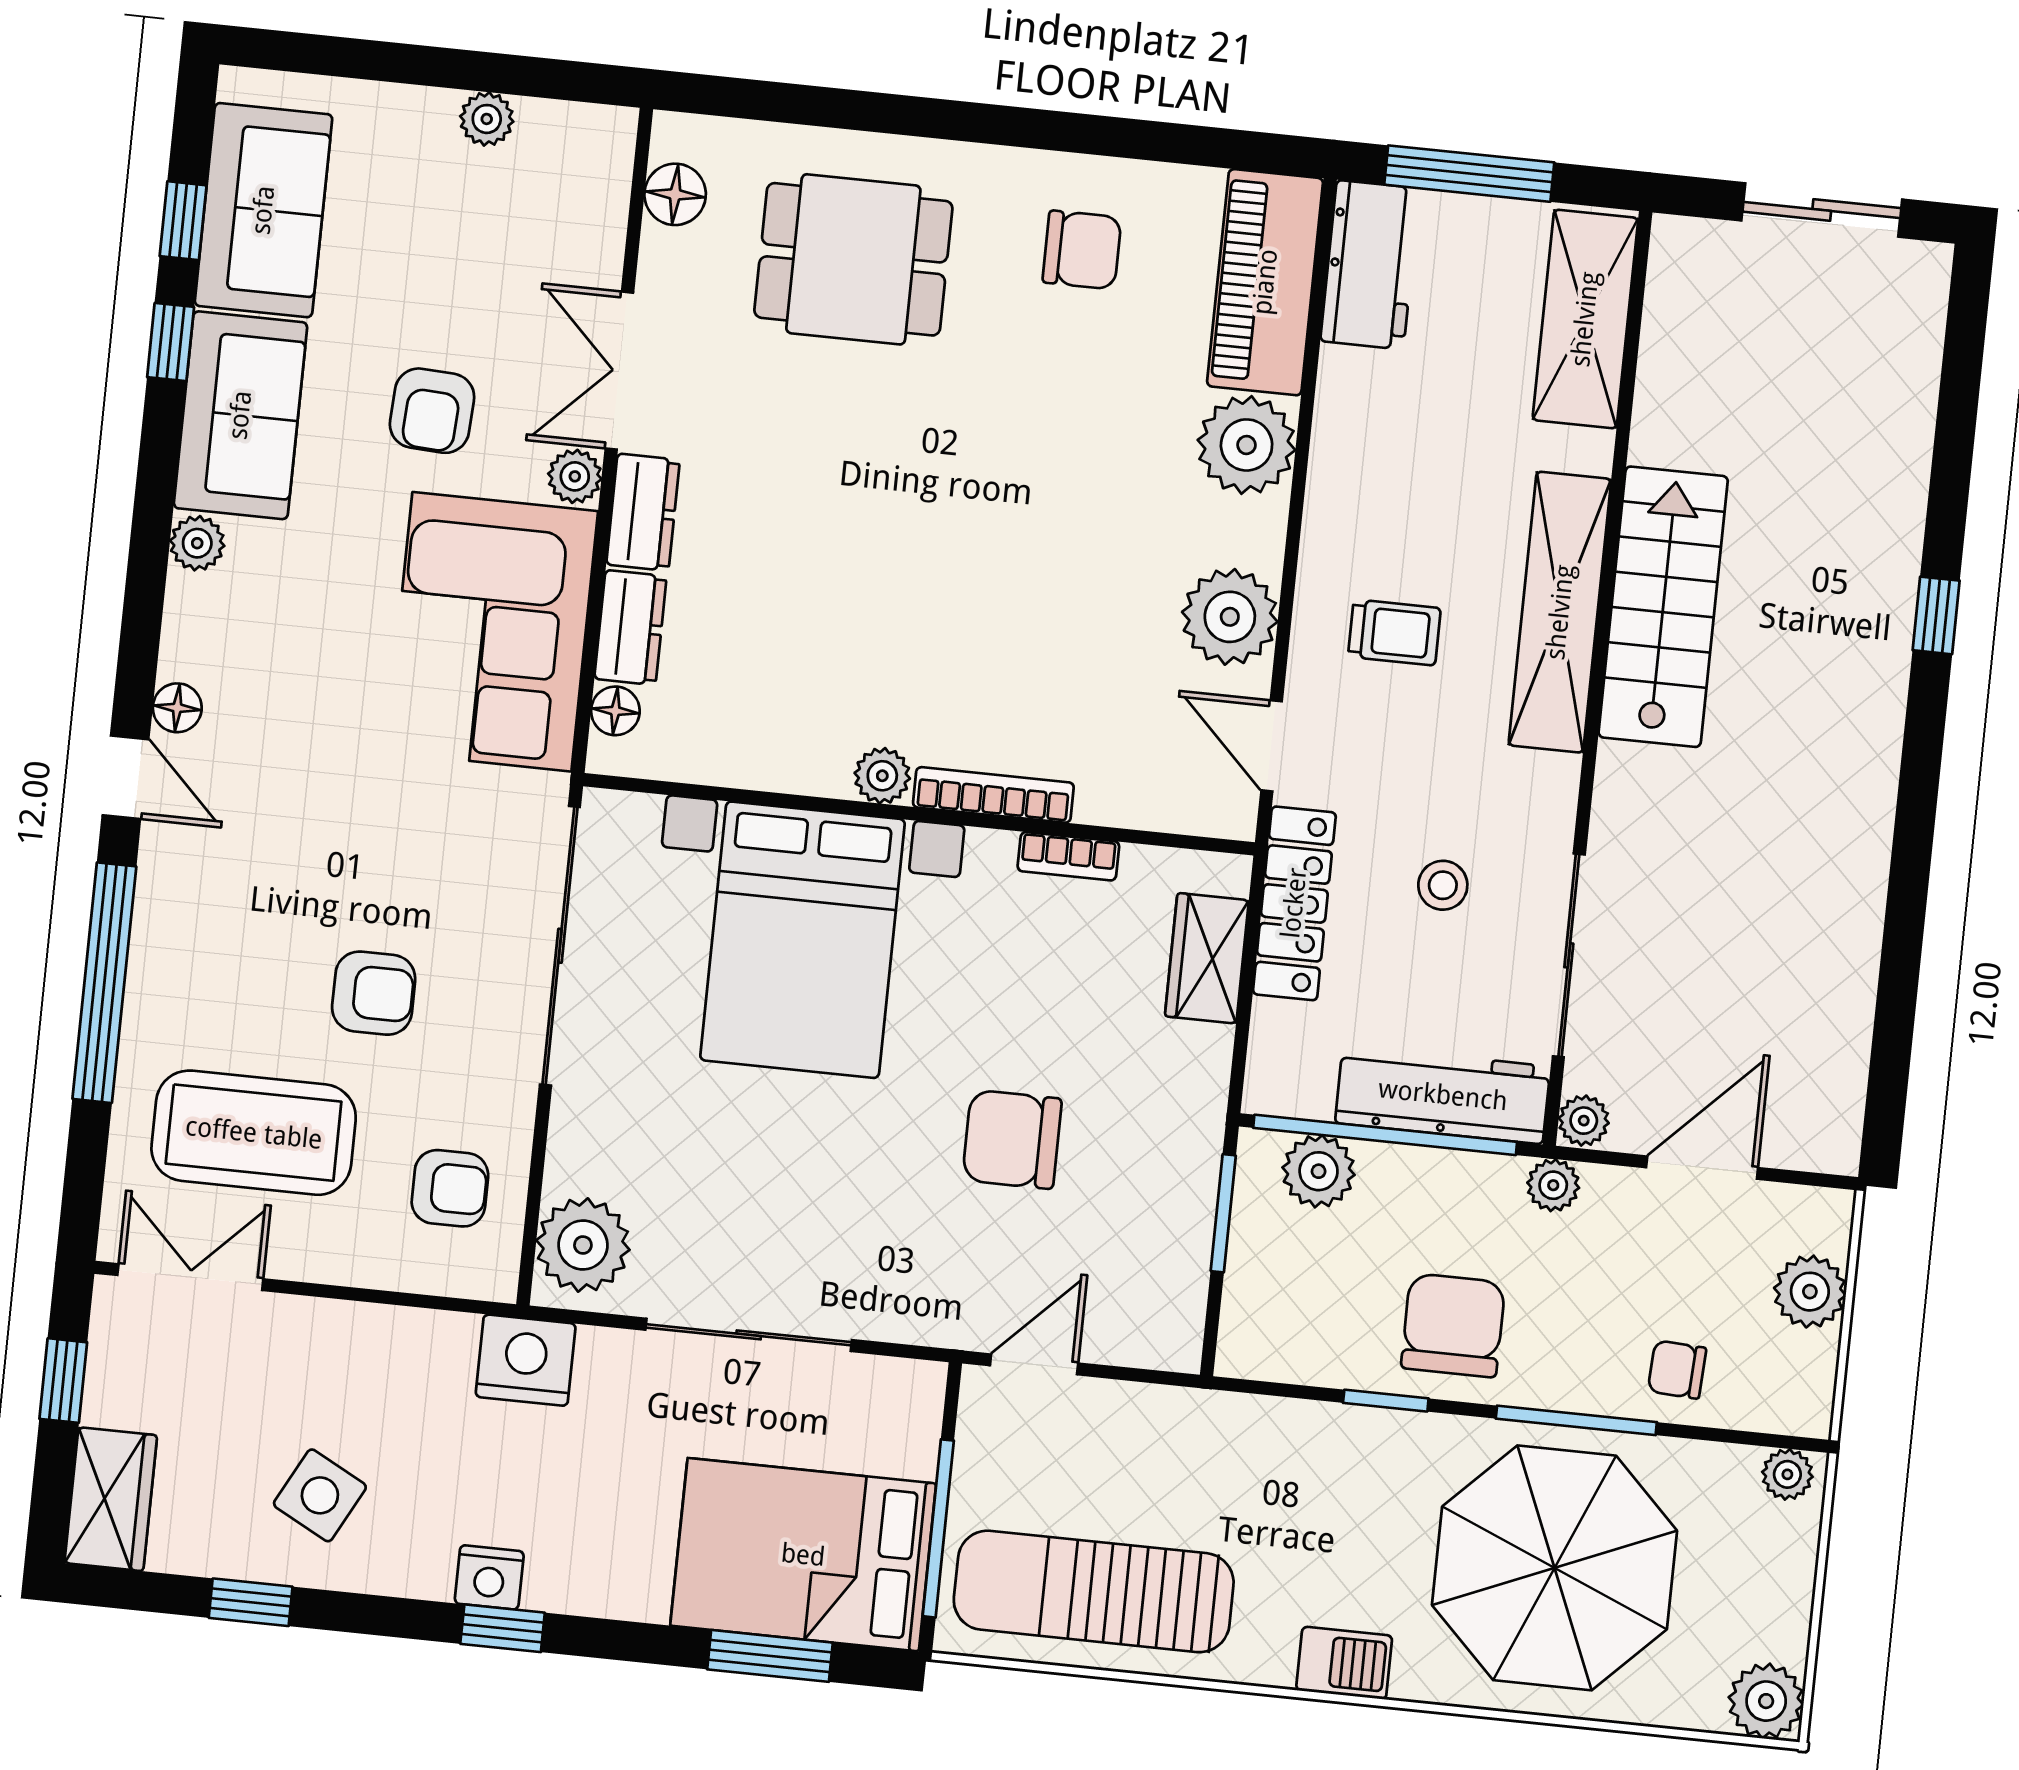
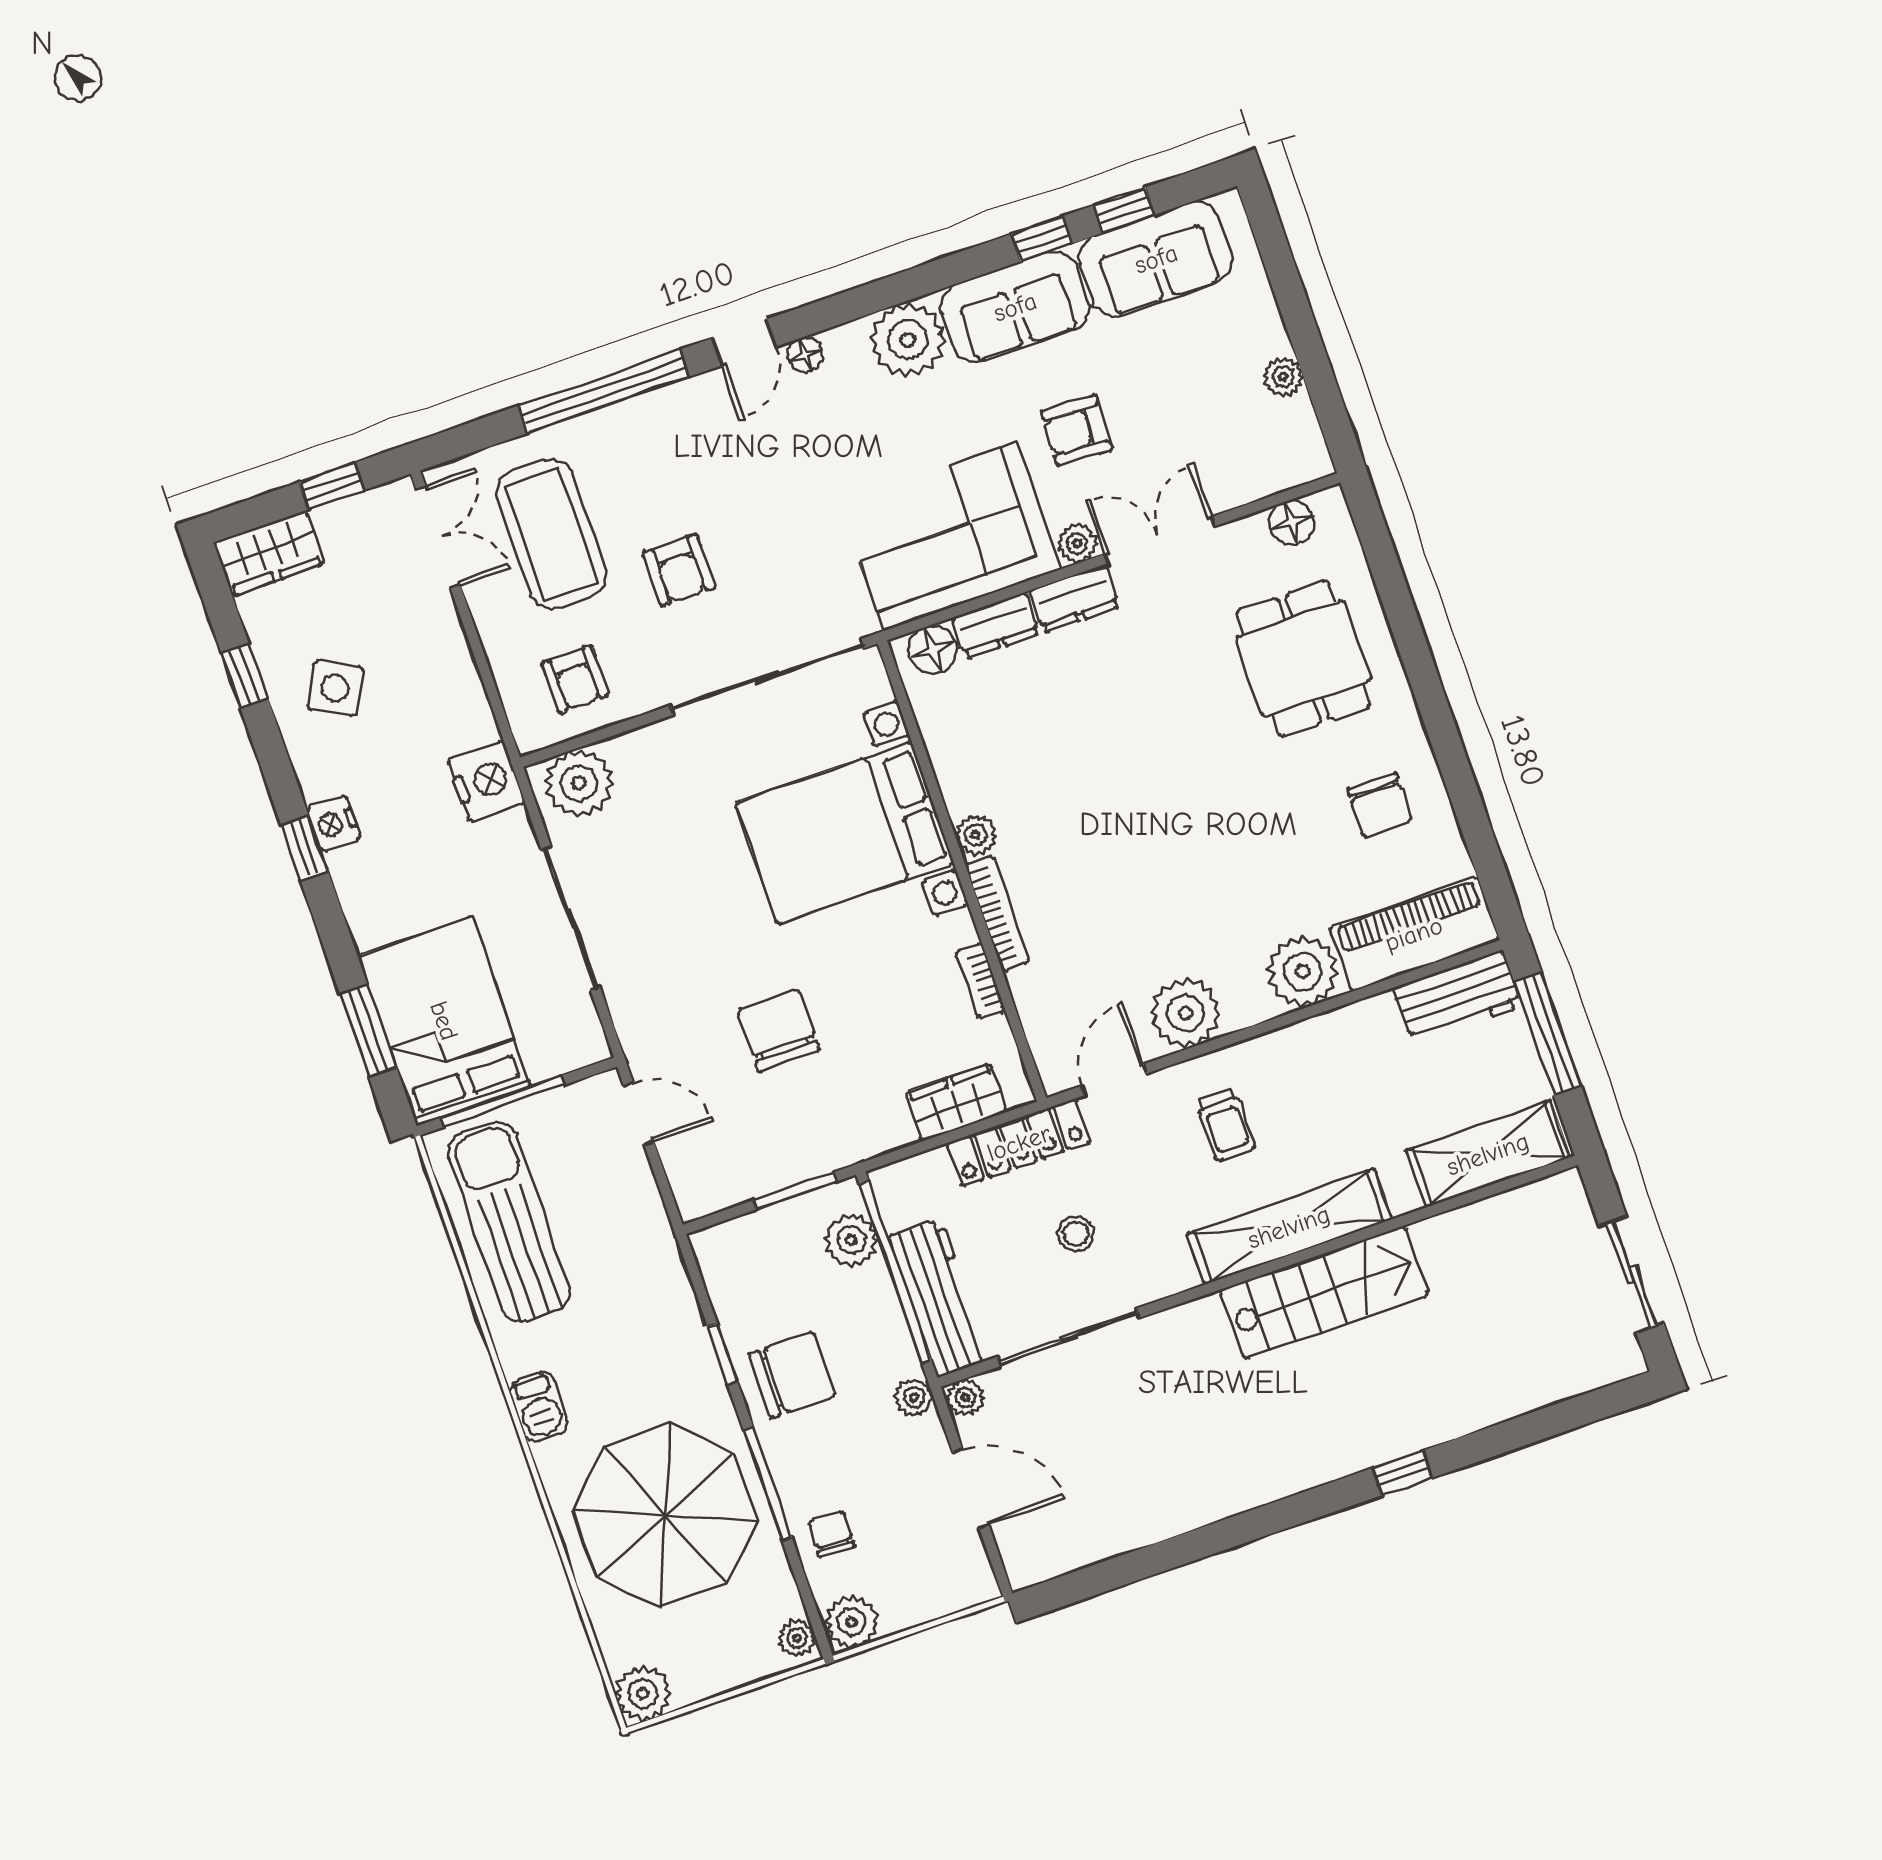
plant: (197, 543) -> (908, 340), width x1.87, depth x1.87
floor lamp: (615, 711) -> (933, 650), width x1.37, depth x1.37
plant: (1810, 1292) -> (852, 1622), moved

